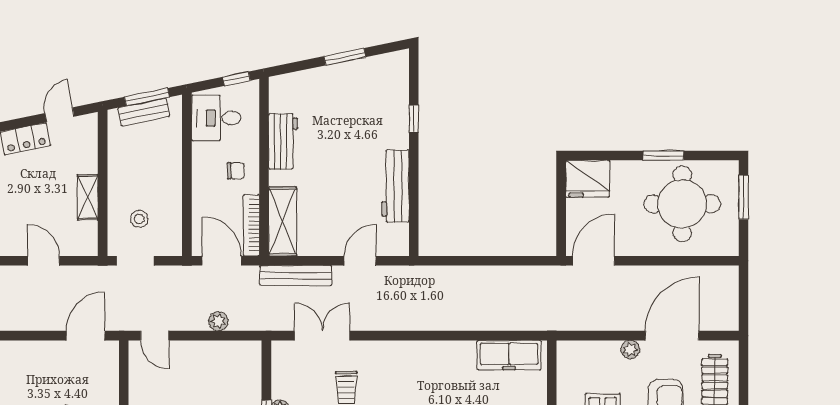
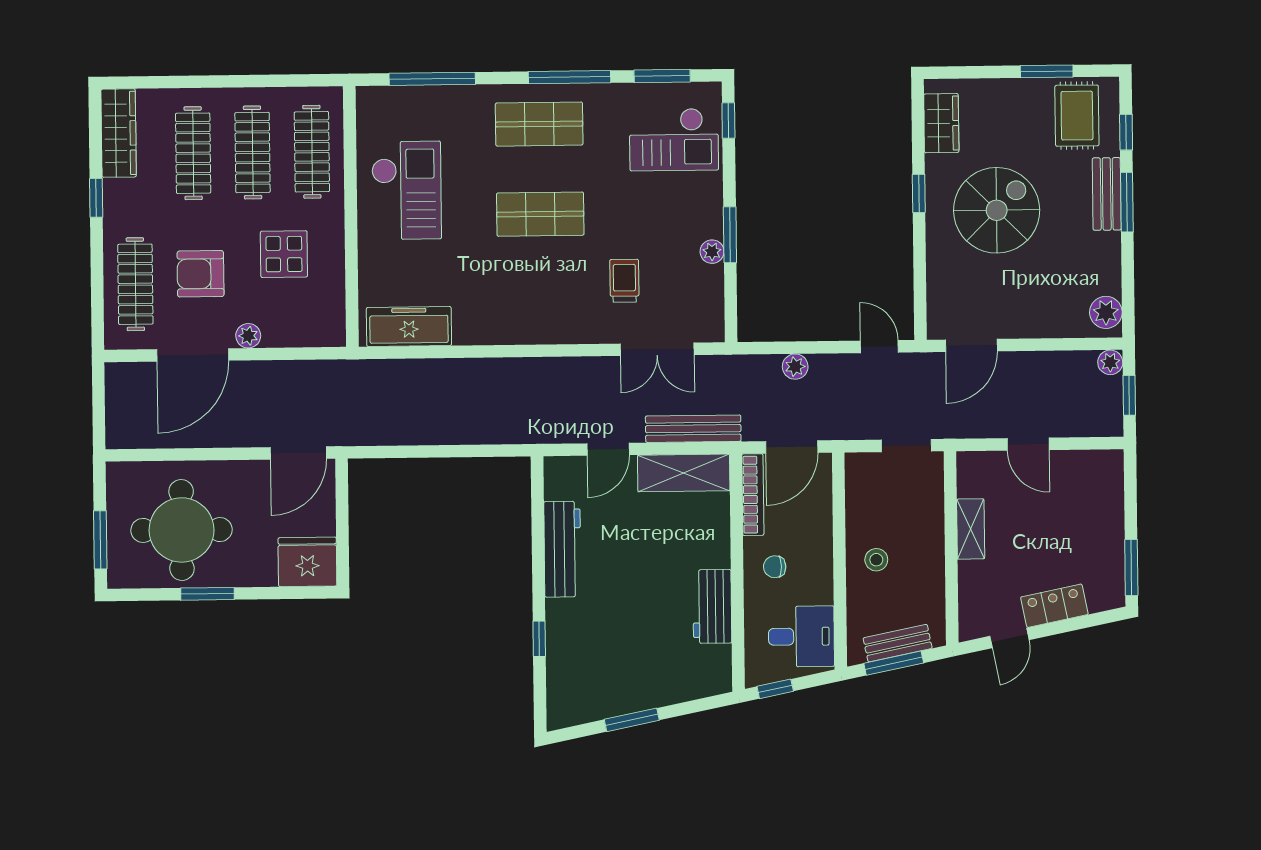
stool: (139, 219) -> (876, 560), moved
shelving: (283, 221) -> (684, 473), moved, turned 90
door: (222, 261) -> (792, 447), hinge flipped

